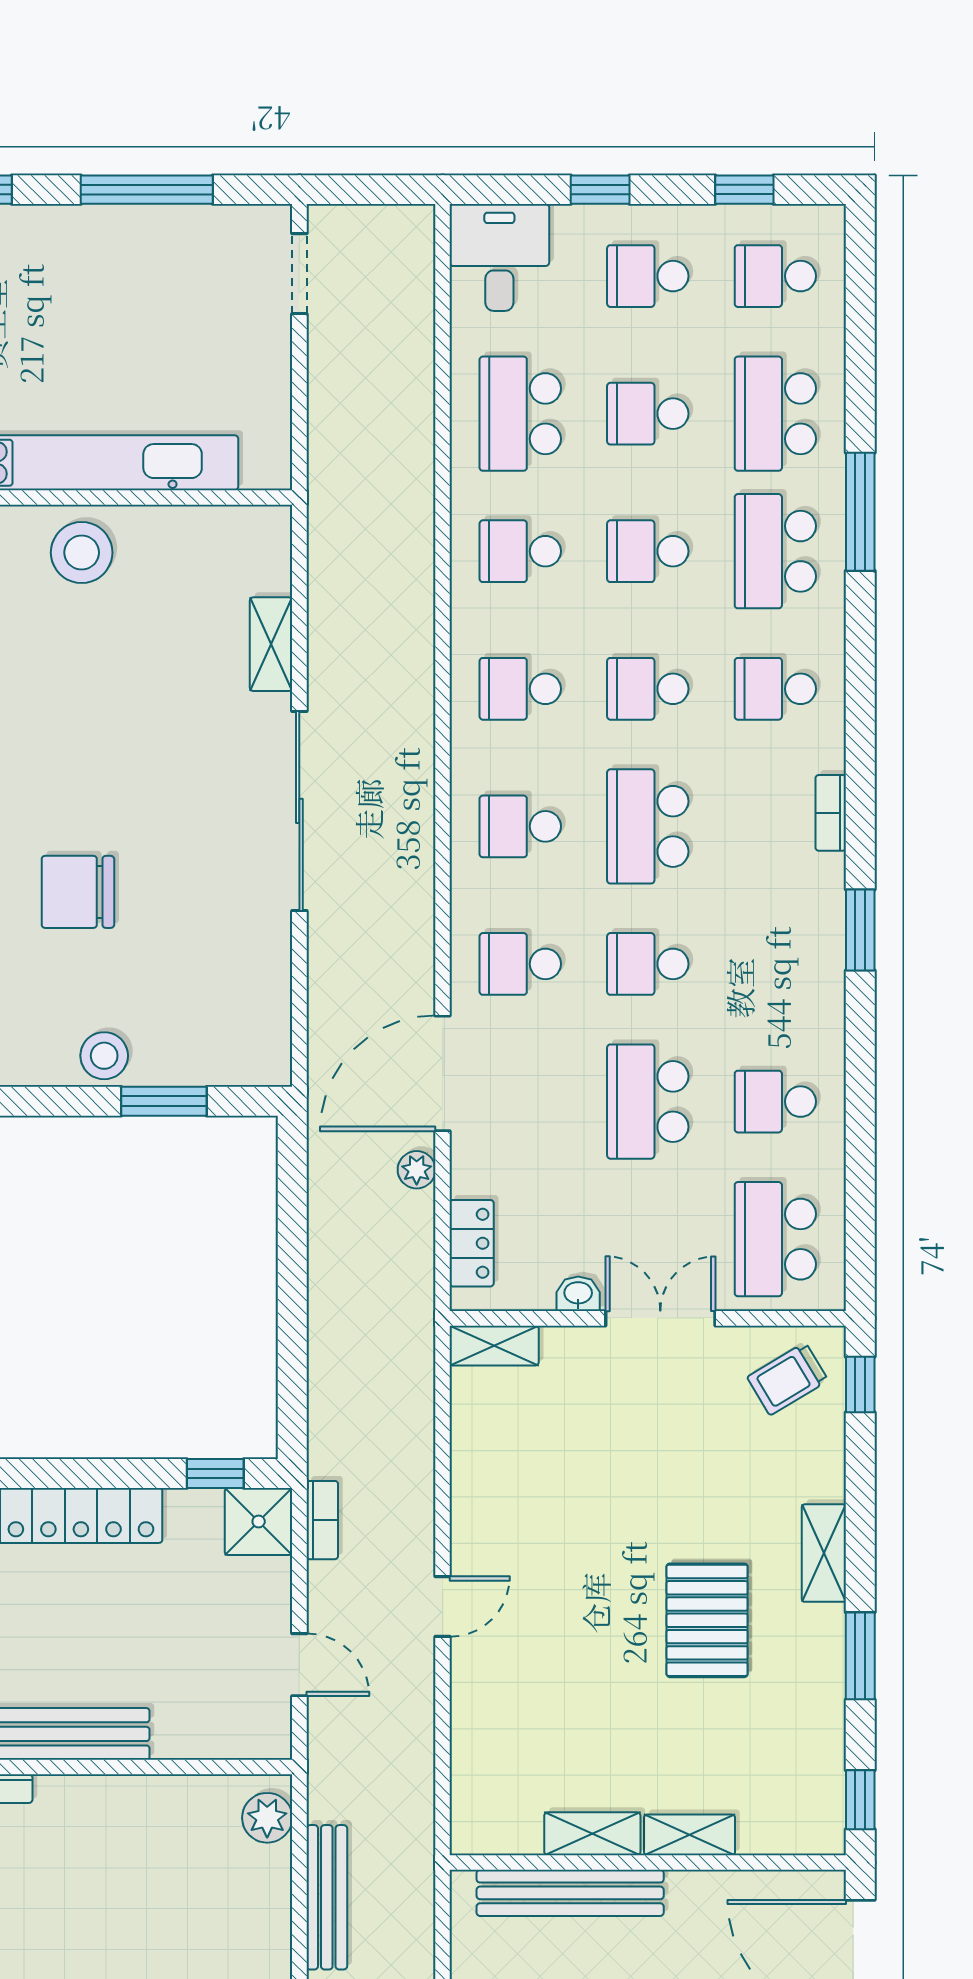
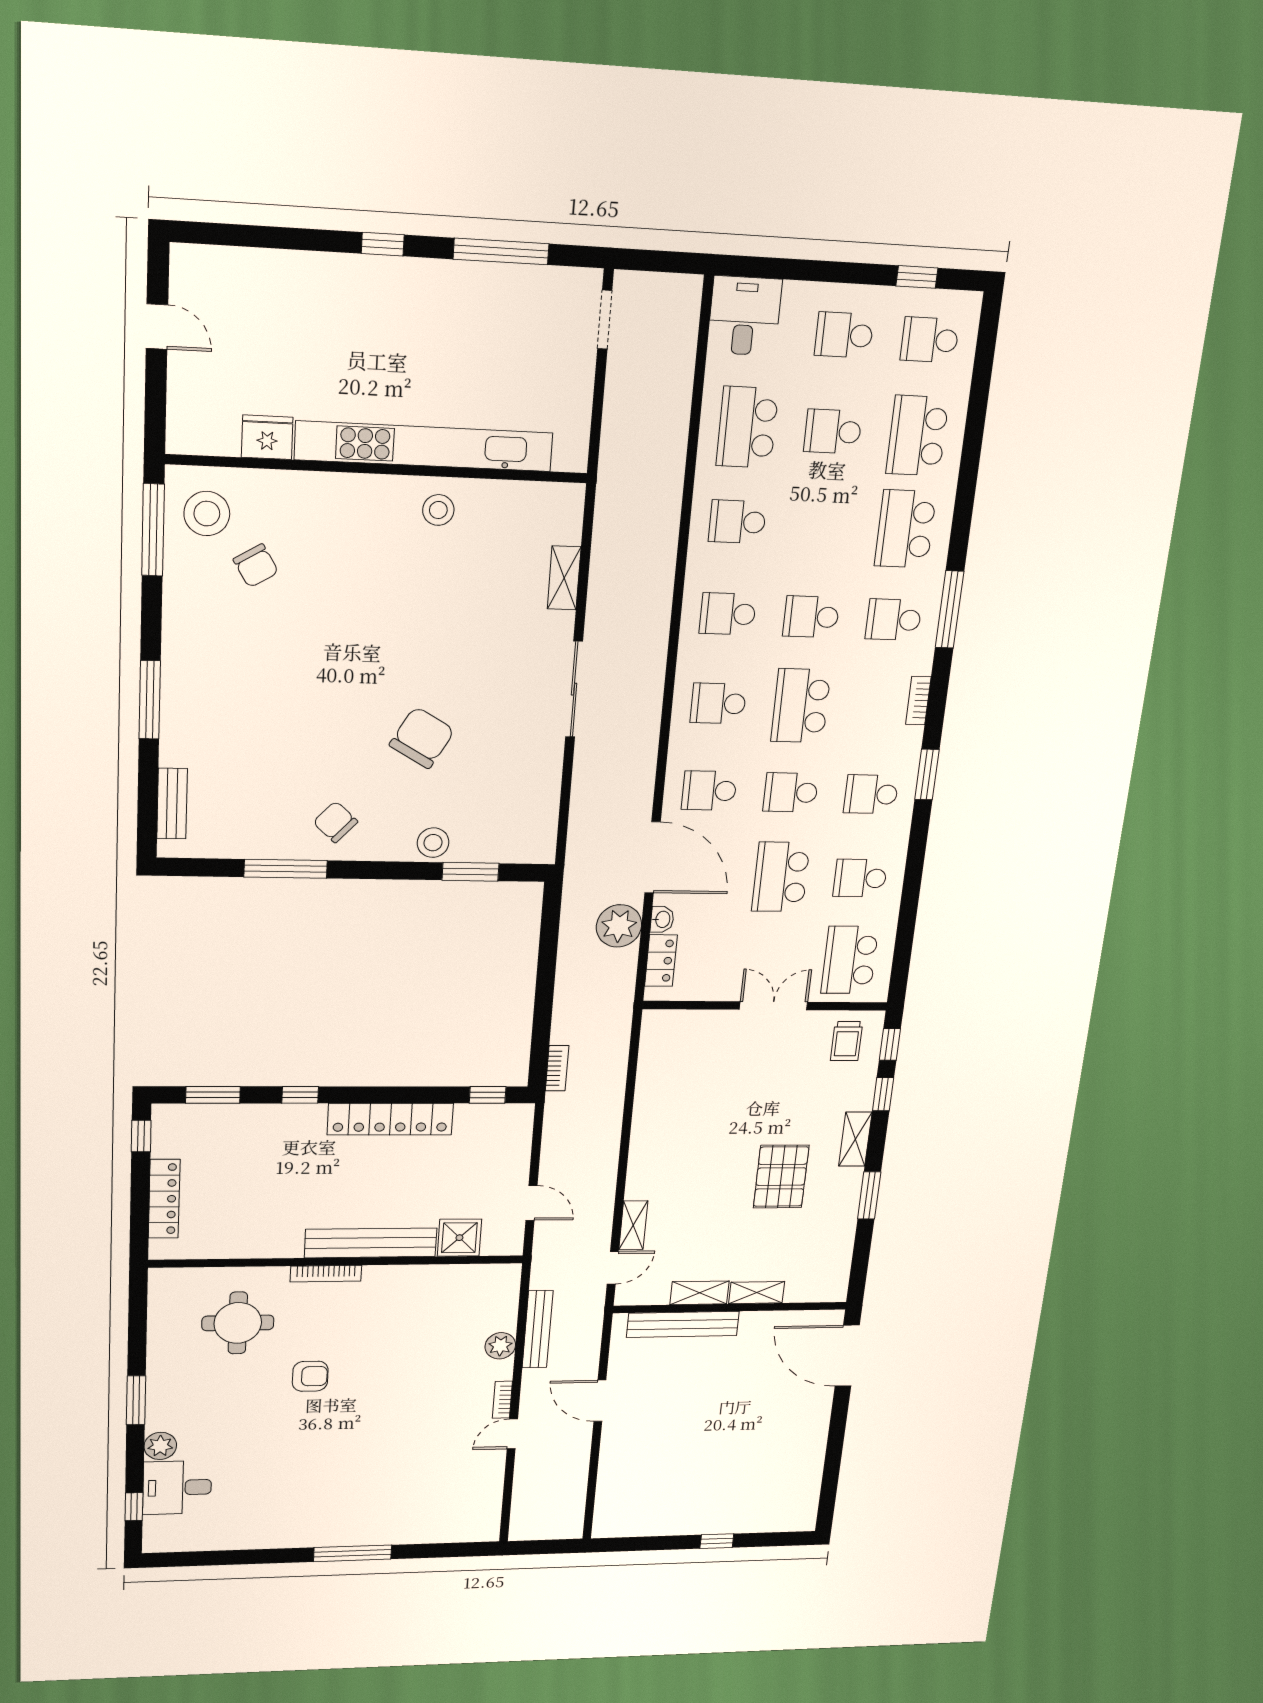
window: (600, 190) -> (819, 271), removed
window: (860, 512) -> (950, 609), moved
school desk: (648, 551) -> (871, 794), moved
stool: (82, 553) -> (438, 510), width x0.73, depth x0.73
sliding door: (299, 811) -> (574, 689), width x0.73
chair: (78, 892) -> (422, 738), turned 120
door: (443, 1073) -> (653, 857), swing flipped
plant: (417, 1170) -> (619, 926), width x1.88, depth x1.88
washbasin: (578, 1294) -> (662, 919), moved, turned 90
shelving: (494, 1346) -> (633, 1225), moved, turned 90
trolley: (788, 1379) -> (847, 1041), turned -59
bookcase: (322, 1520) -> (557, 1068), moved
shower: (259, 1521) -> (459, 1238), moved
door: (443, 1606) -> (613, 1268), moved
window: (860, 1800) -> (883, 1094), moved
plant: (267, 1818) -> (500, 1346), moved

